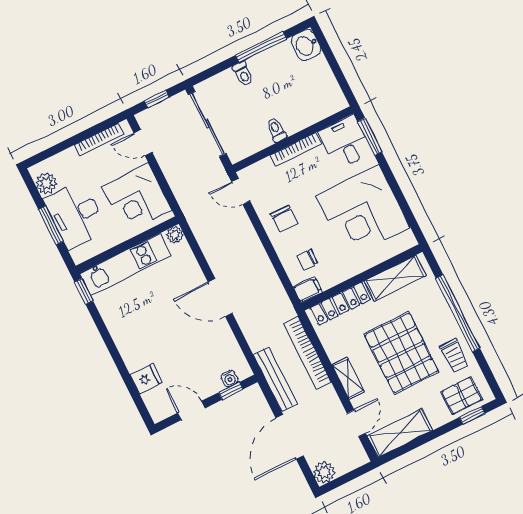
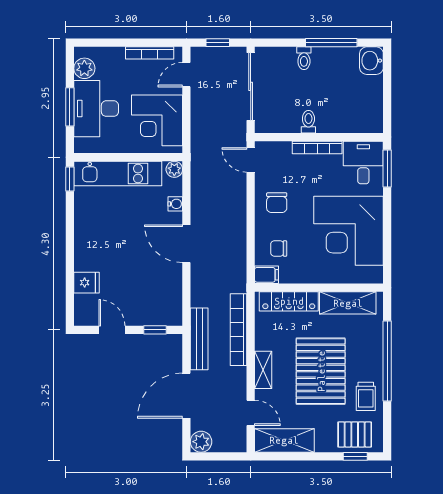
door: (143, 143) -> (186, 75), hinge flipped
water cooler: (230, 379) -> (175, 204), moved, turned -90
door: (356, 423) -> (251, 413), hinge flipped

